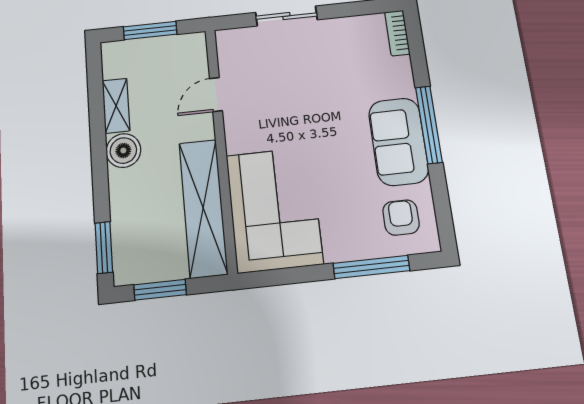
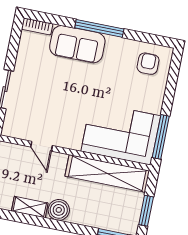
sofa: (398, 141) -> (77, 44), moved
armchair: (401, 218) -> (148, 64), turned 90
window: (371, 267) -> (161, 137), moved

